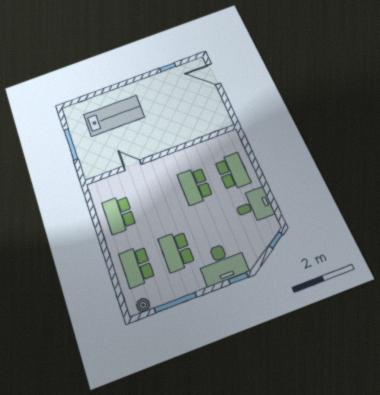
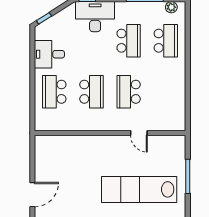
door: (213, 74) -> (32, 195), hinge flipped
lab bench: (114, 116) -> (139, 189), width x1.36
school desk: (119, 214) -> (129, 92), moved, turned 180

